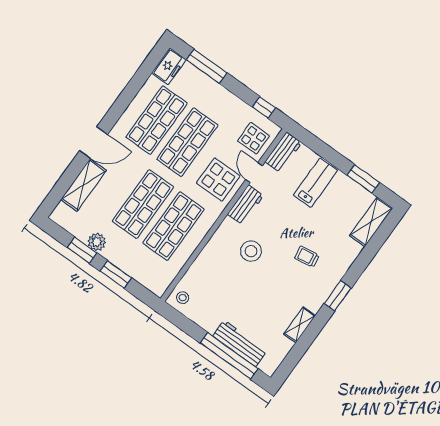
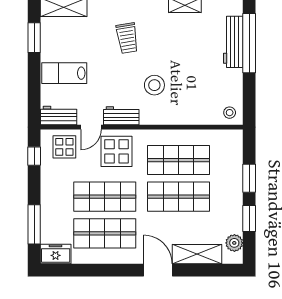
plant: (97, 242) -> (234, 243), moved
trolley: (307, 257) -> (127, 38), width x1.36, depth x1.39

